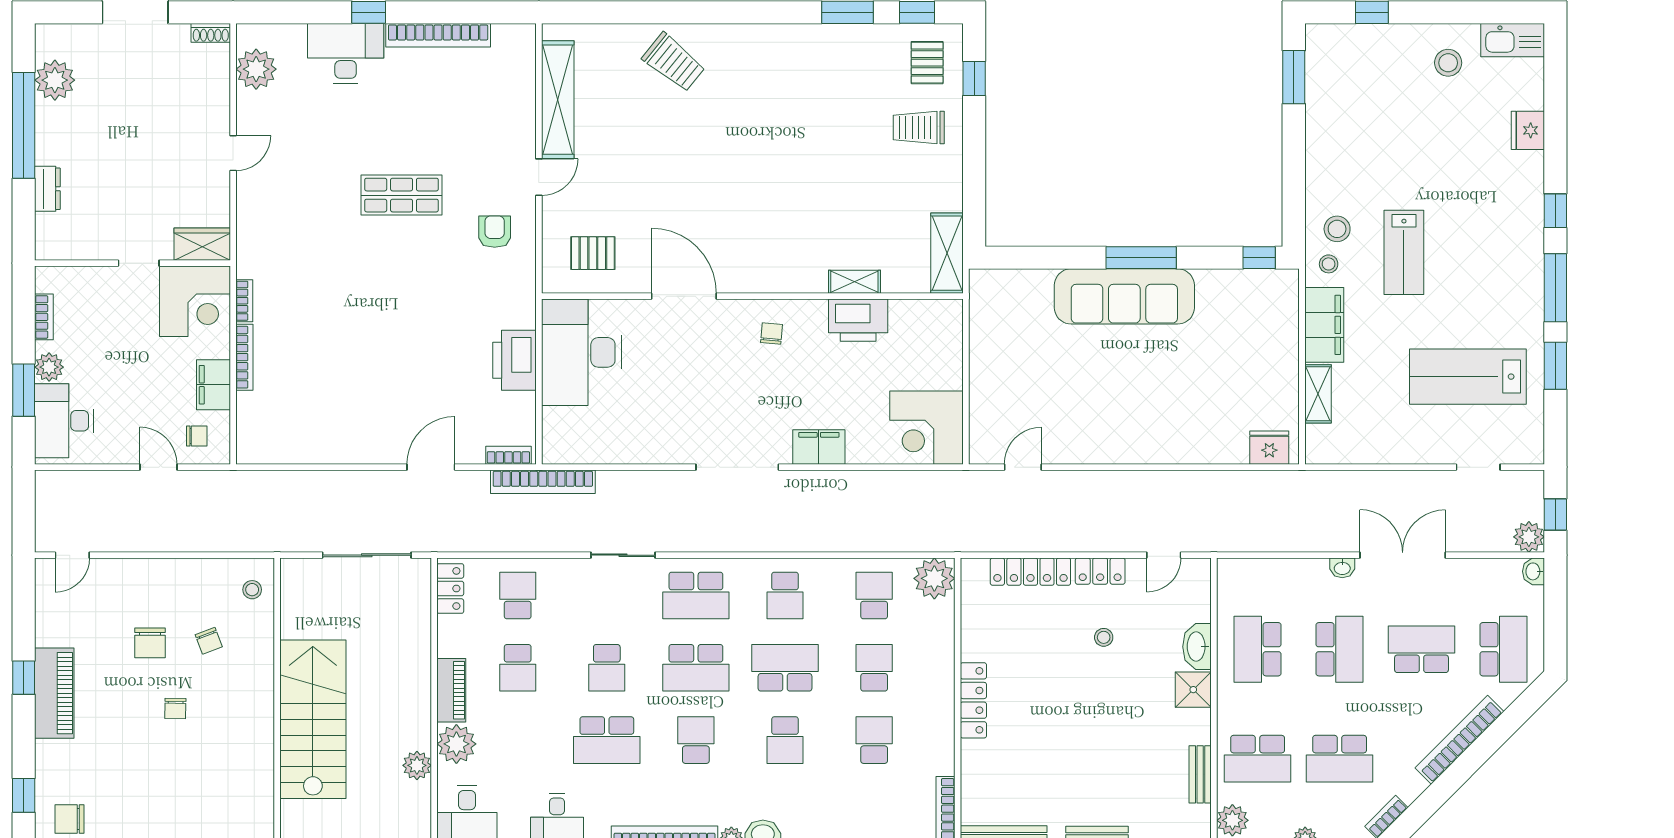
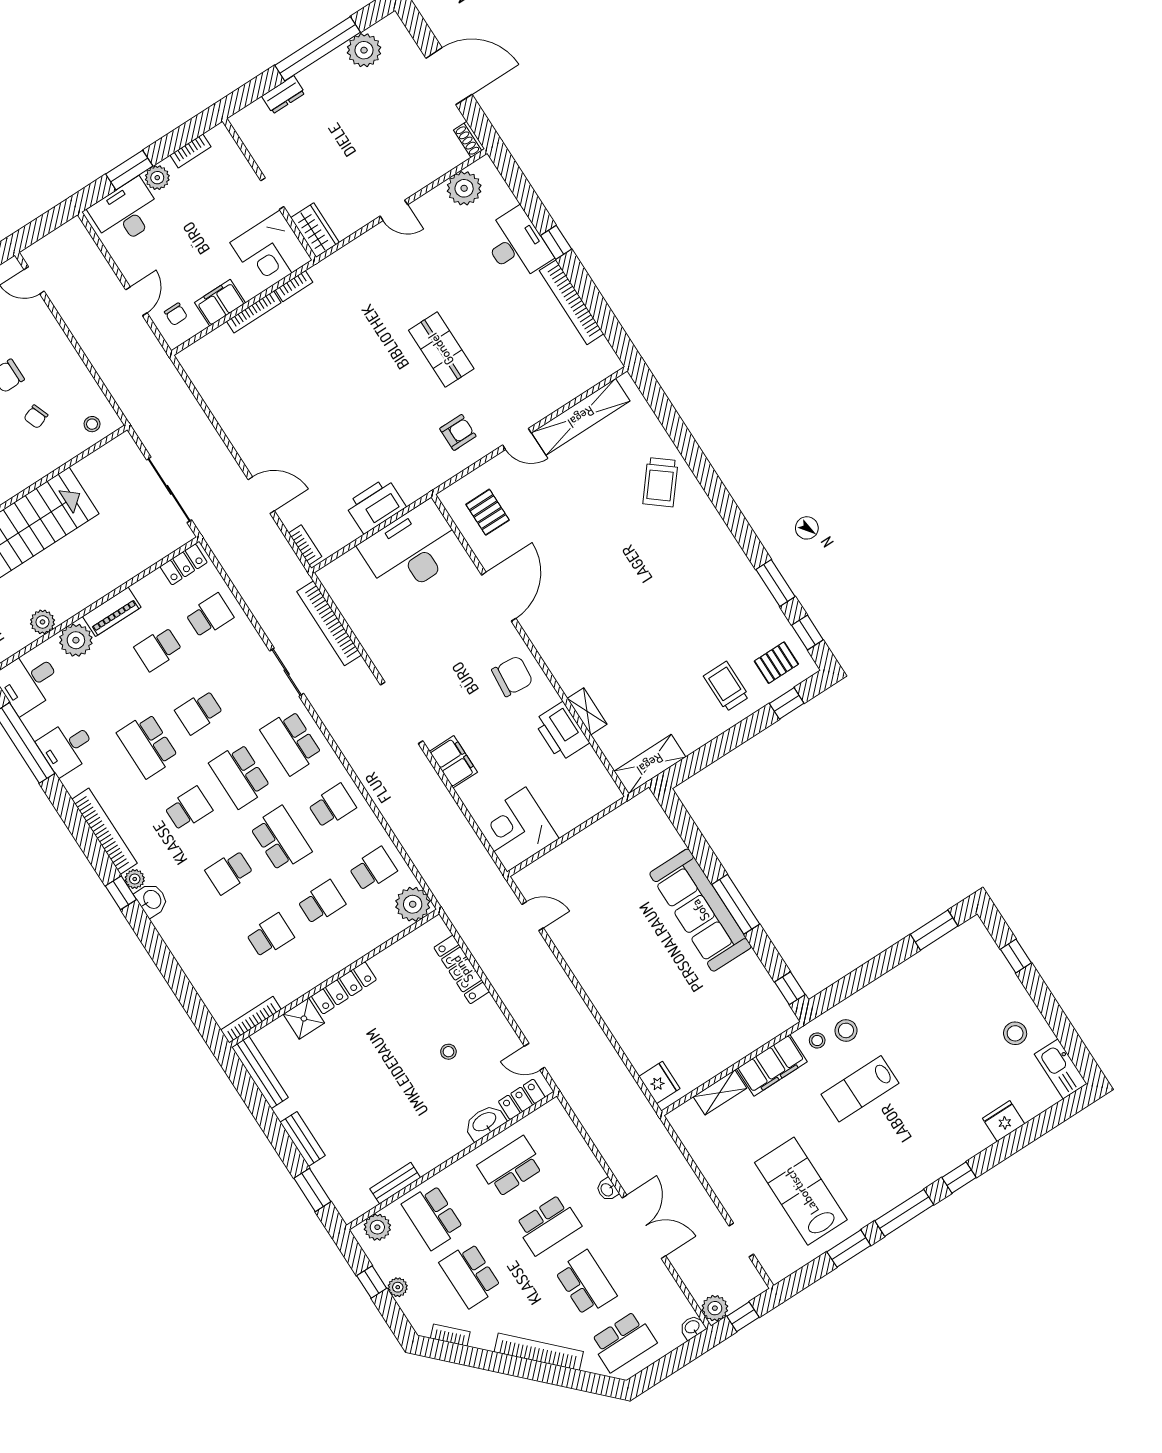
chair: (771, 334) -> (512, 676), width x1.87, depth x1.87
bookcase: (543, 482) -> (329, 623), moved
locker: (1100, 571) -> (522, 1099), moved, turned 90
school desk: (785, 596) -> (332, 806), turned 180
shower: (1193, 690) -> (304, 1019), moved

